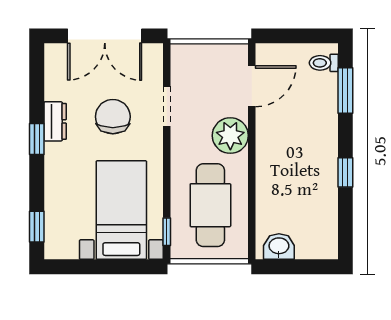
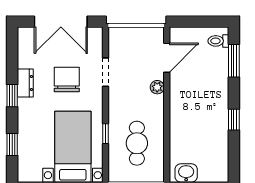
plant: (230, 136) -> (157, 87), width x0.53, depth x0.53
cafe table: (210, 205) -> (137, 143), width x0.73, depth x0.74
window: (37, 227) -> (12, 145), moved
window: (167, 232) -> (105, 134), moved

